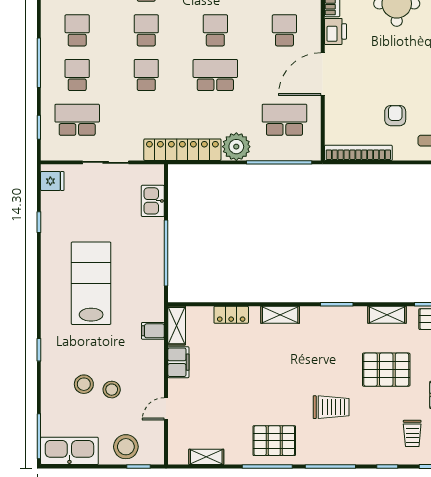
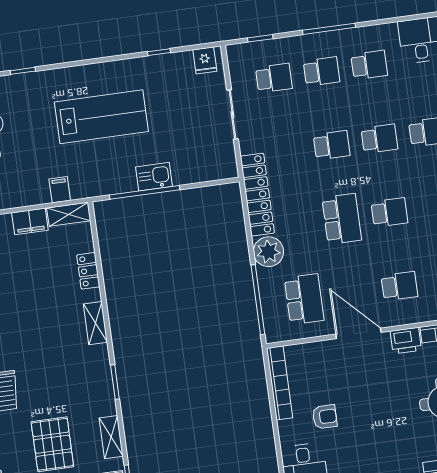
school desk: (77, 120) -> (274, 78), width x0.54
kitchen sink: (153, 201) -> (154, 177), moved

